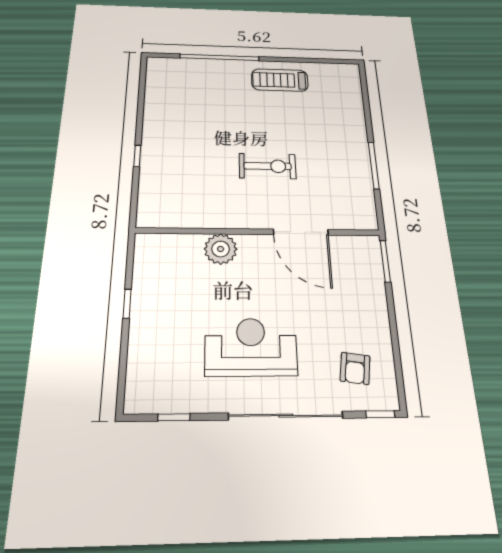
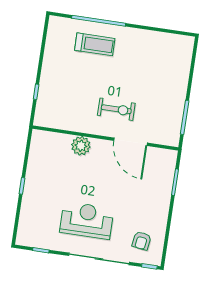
treadmill: (280, 80) -> (95, 44), moved, turned 180
wall: (259, 232) -> (105, 138), moved
door: (301, 232) -> (130, 142), moved
plant: (221, 249) -> (81, 146), moved

